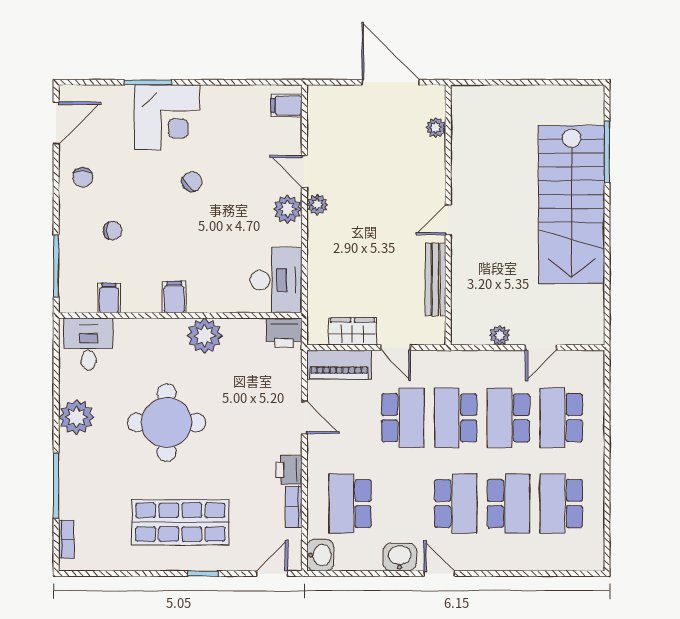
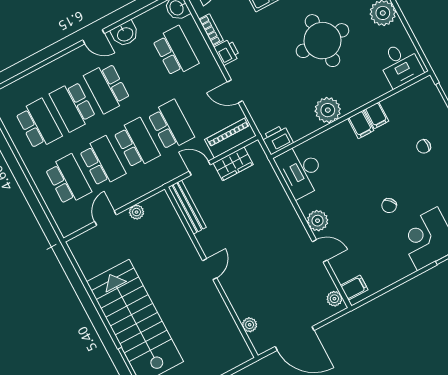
plant: (317, 204) -> (334, 299), moved
bench: (435, 279) -> (187, 207), moved
filing cabinet: (109, 298) -> (377, 115), moved
school desk: (403, 418) -> (171, 125), turned 180

